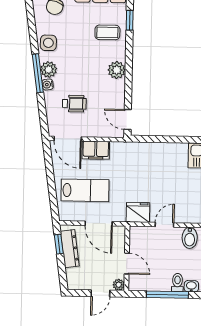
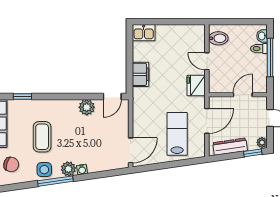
coffee table: (107, 32) -> (42, 137), moved, width x1.36, depth x1.30
plant: (117, 70) -> (87, 107), moved
window: (38, 73) -> (55, 181), moved
wheelchair: (74, 104) -> (99, 145), removed
filing cabinet: (96, 150) -> (140, 74), moved
window: (59, 244) -> (253, 153), moved
plant: (119, 285) -> (262, 142), moved

